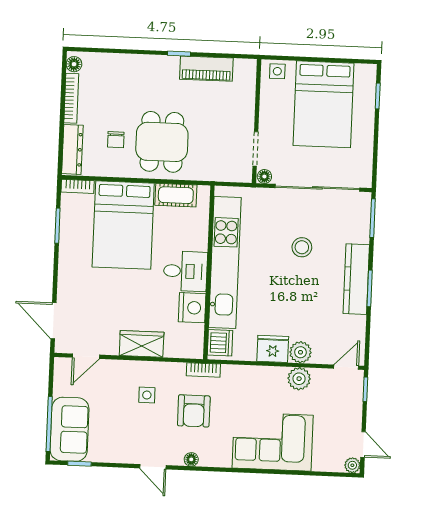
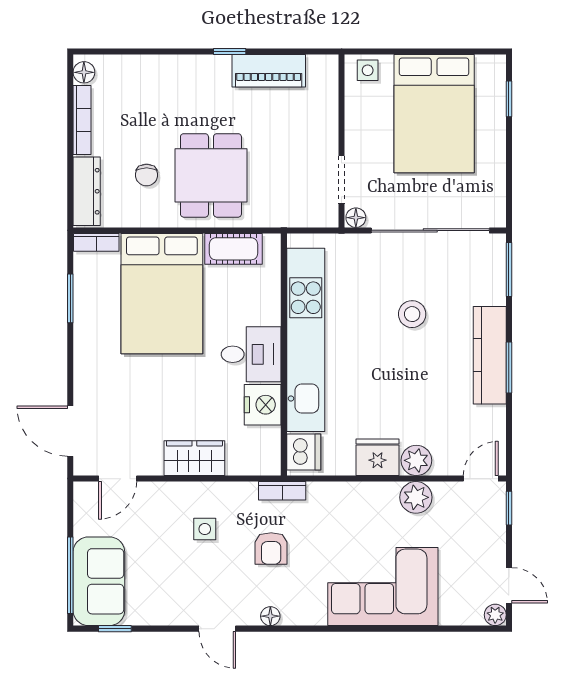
armchair: (194, 411) -> (271, 548), width x0.72, depth x0.72

